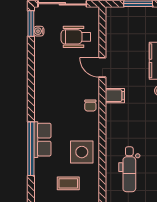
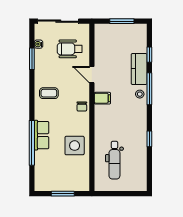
window: (31, 24) -> (32, 59), moved
coffee table: (68, 183) -> (49, 93), moved

